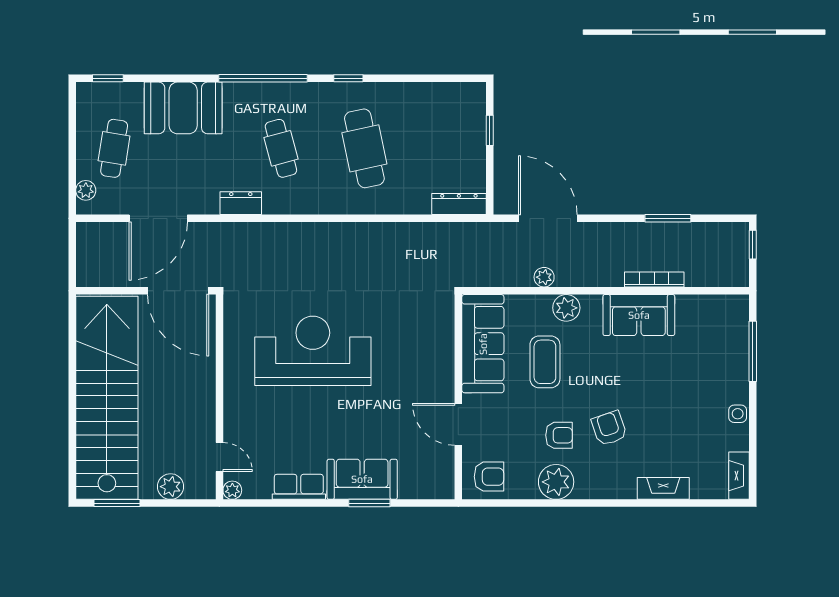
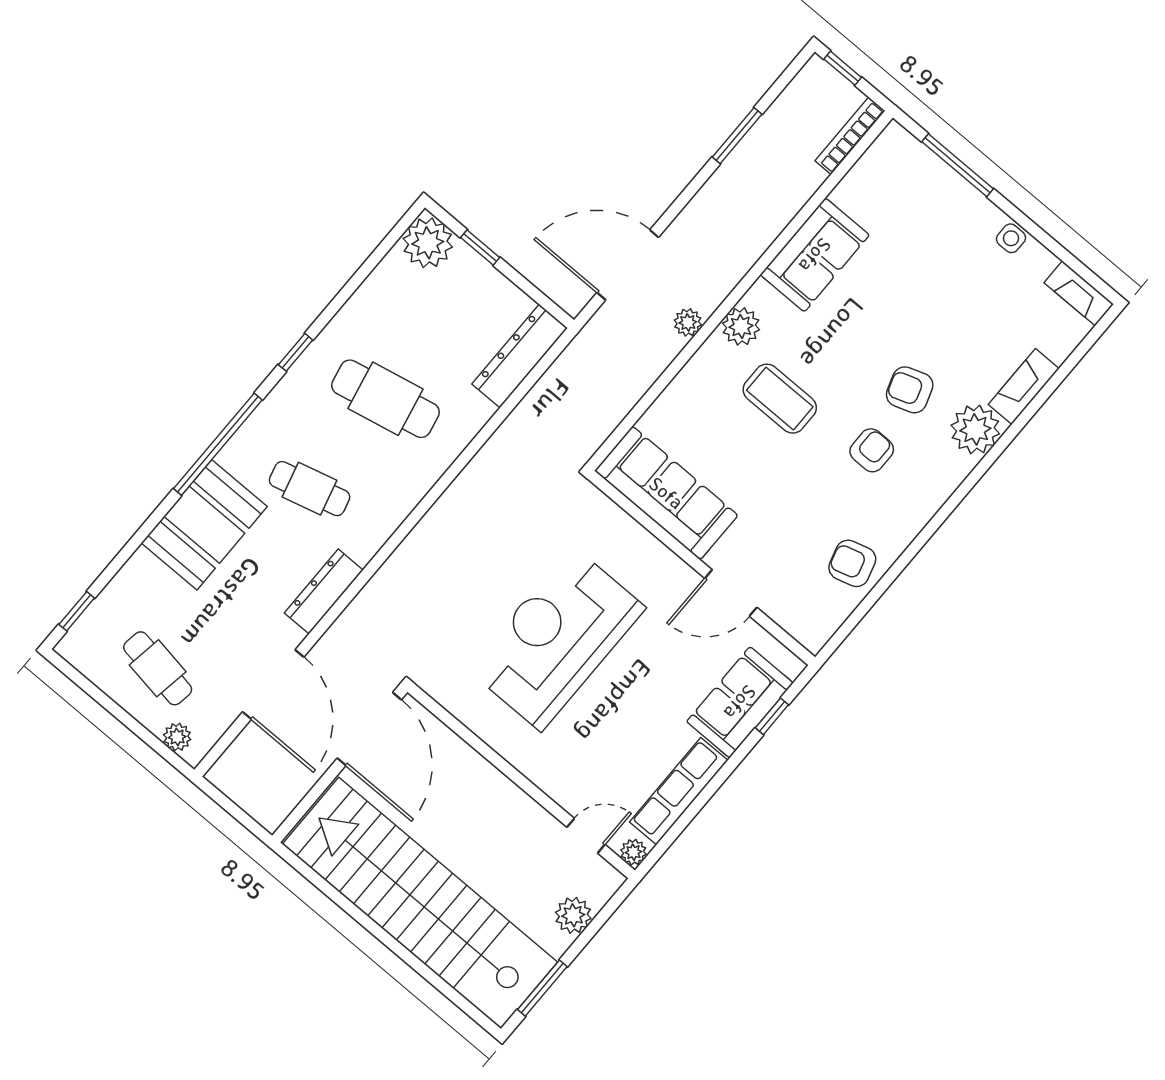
plant: (468, 100) -> (428, 243), added
booth: (183, 108) -> (204, 525), moved
dresser: (241, 203) -> (324, 591), width x1.44
dresser: (459, 204) -> (520, 356), width x1.37, depth x1.24
bookcase: (654, 280) -> (850, 136), moved
door: (178, 291) -> (369, 729), hinge flipped
sofa: (483, 344) -> (666, 493), moved
wall: (458, 397) -> (701, 568), moved
door: (458, 424) -> (731, 593), moved
armchair: (489, 477) -> (852, 563), turned -106
plant: (556, 482) -> (975, 429), moved
row of seats: (299, 487) -> (679, 791), width x1.48
window: (369, 503) -> (772, 716), width x0.67

